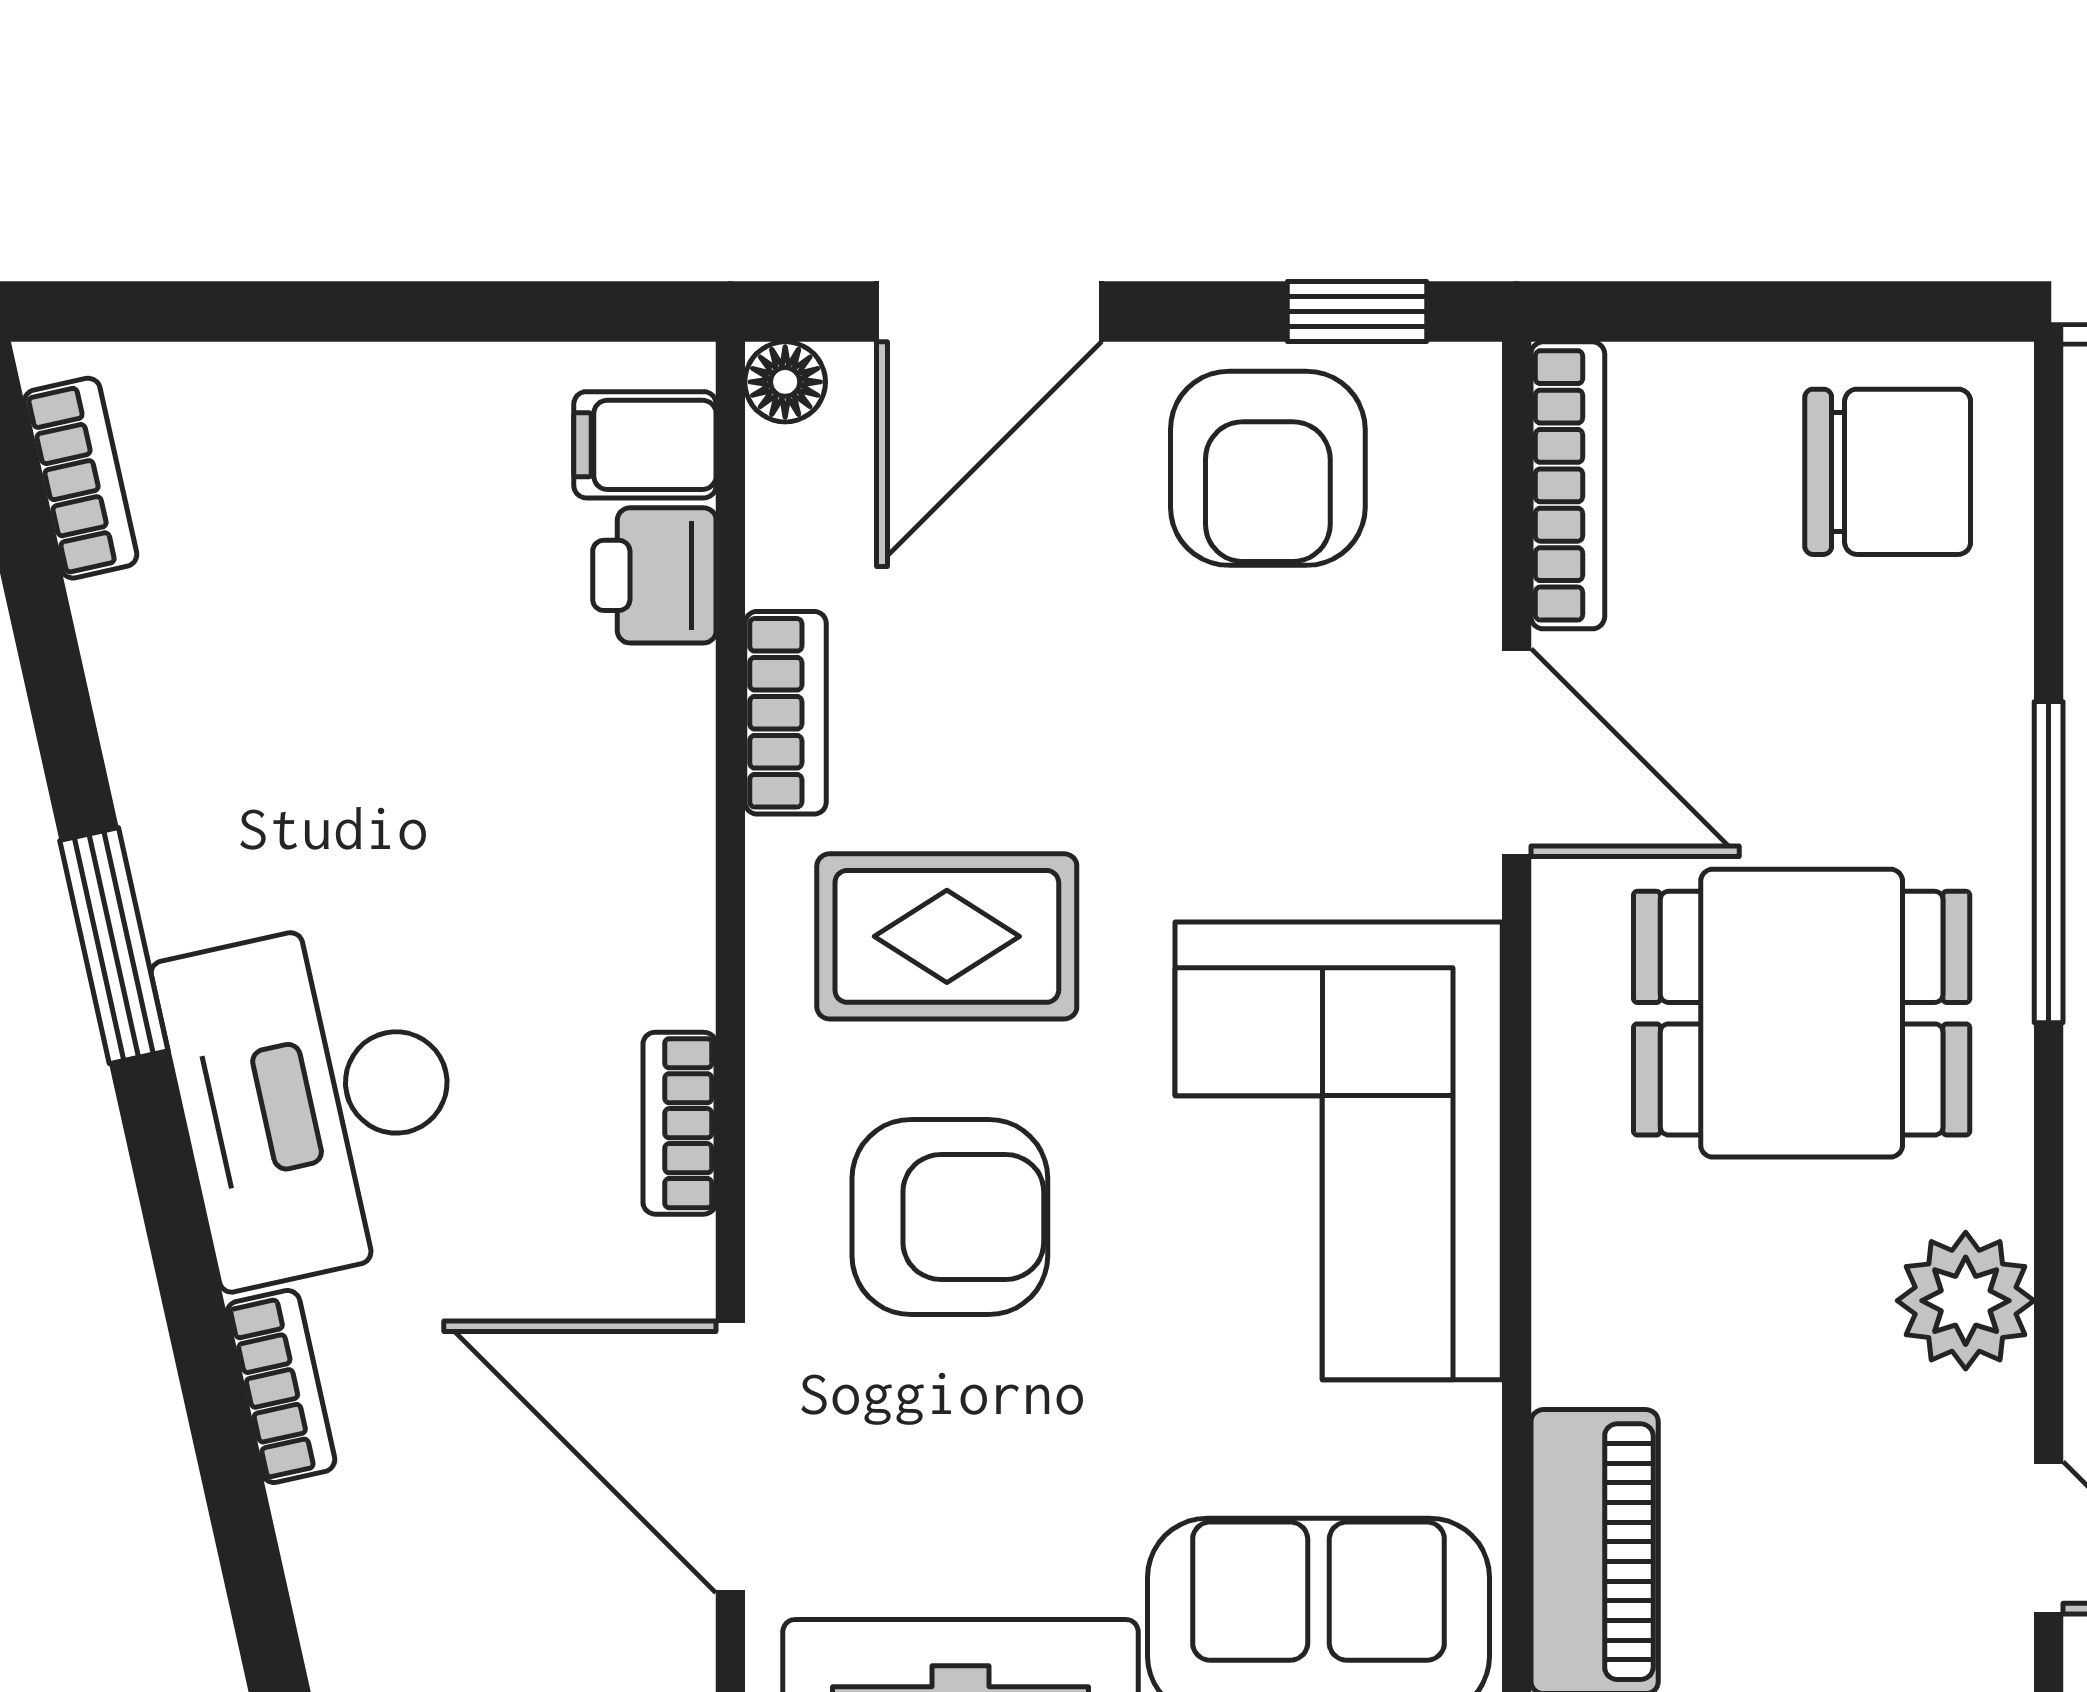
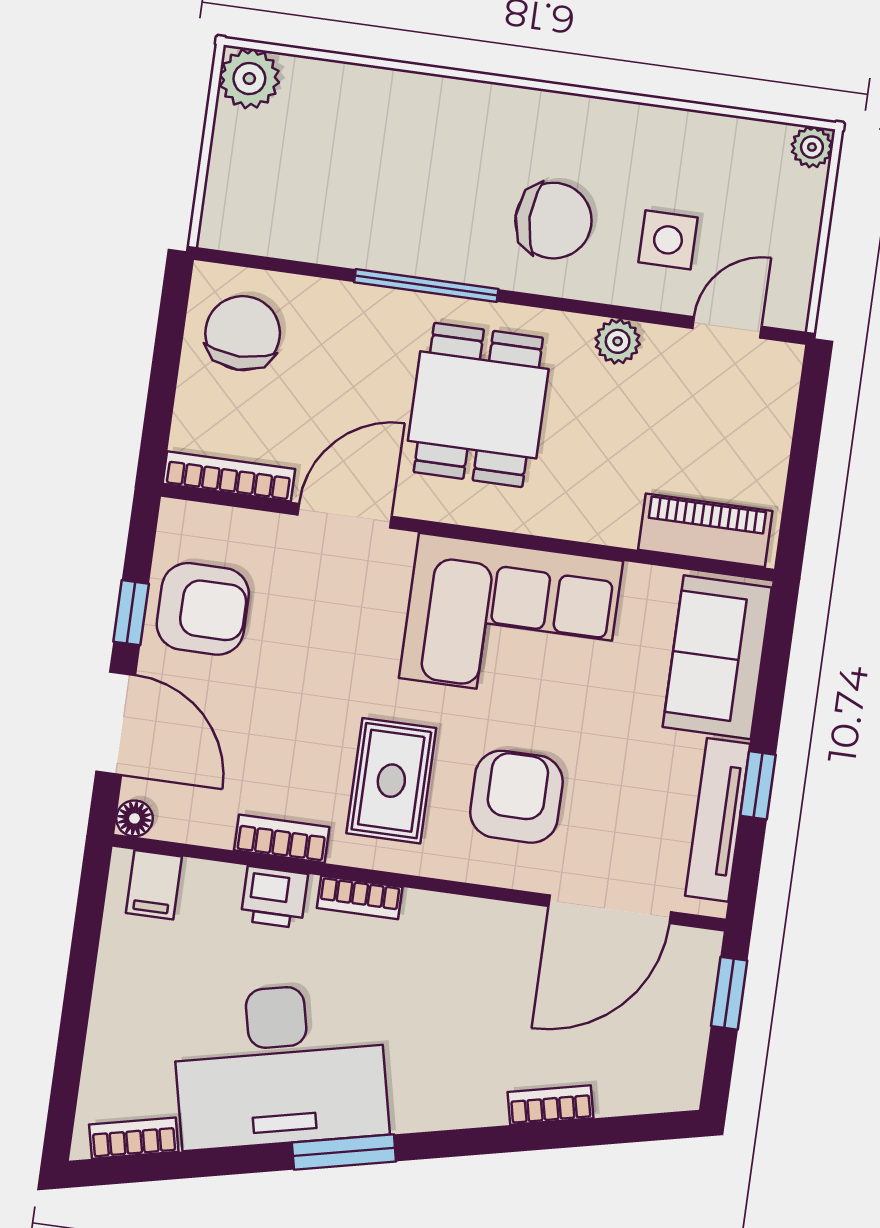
window: (1357, 311) -> (131, 613), moved
printer: (654, 575) -> (274, 897), moved
desk: (316, 1100) -> (280, 1066), moved, width x1.36, depth x1.30
bookcase: (679, 1123) -> (360, 898), moved
plant: (1966, 1301) -> (618, 341), width x0.73, depth x0.73

